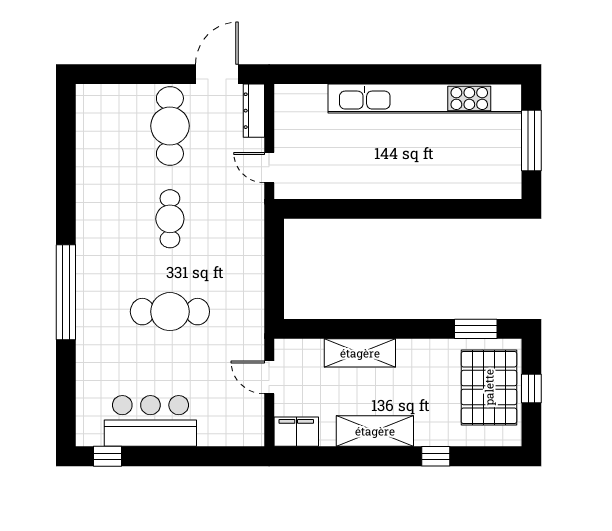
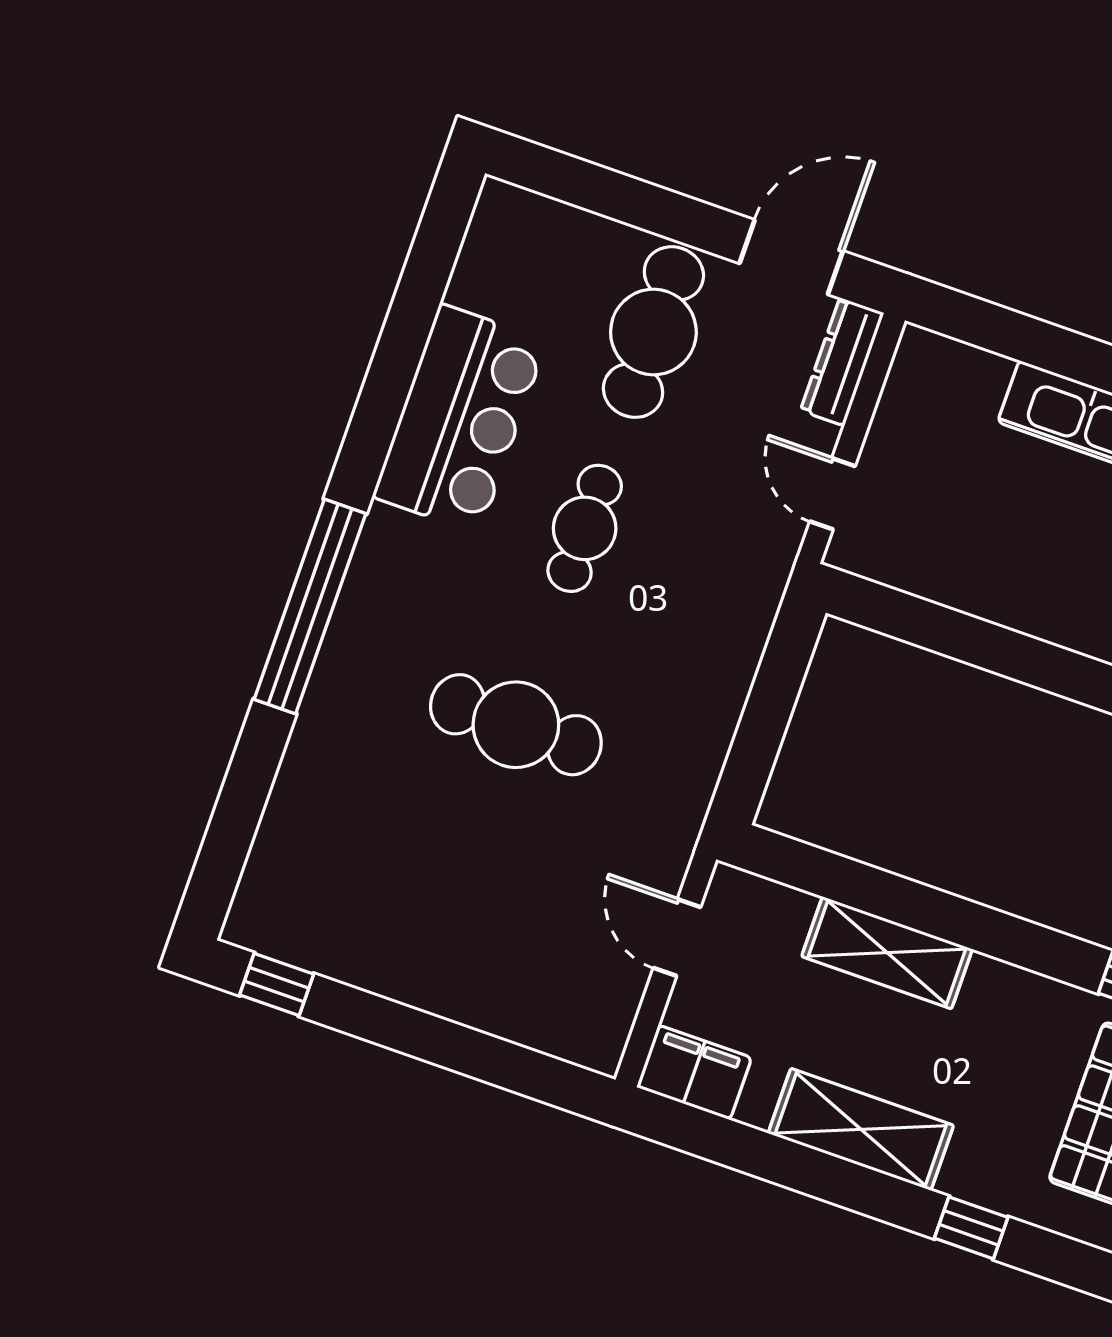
bar counter: (150, 421) -> (460, 419), moved, turned 90

